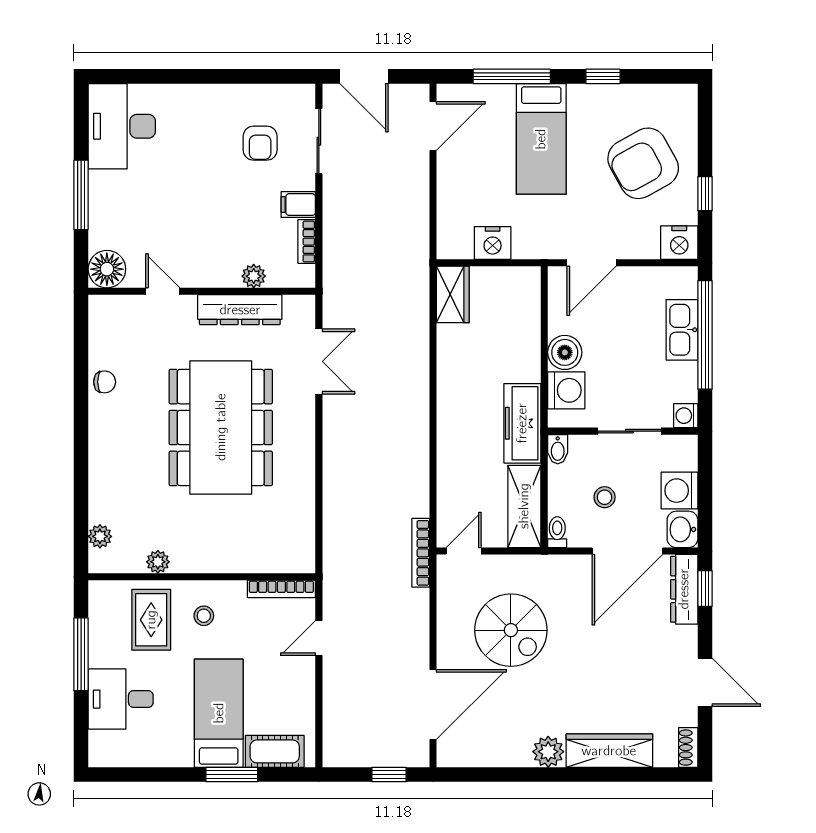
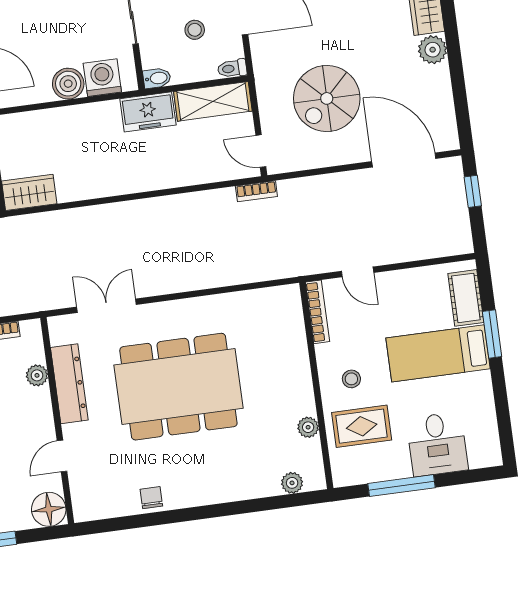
freezer: (522, 423) -> (148, 112), width x0.71
bookcase: (421, 553) -> (256, 191), width x0.64
spiral stairs: (511, 630) -> (327, 98), turned 180

